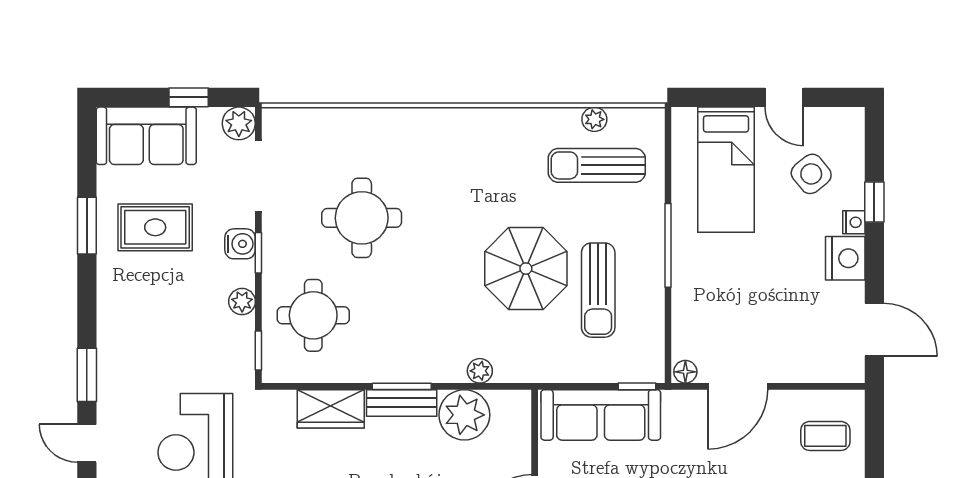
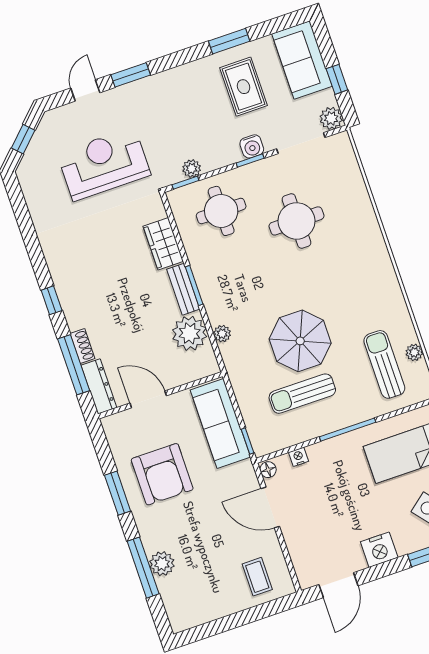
nightstand: (854, 222) -> (298, 457), moved, turned 180
plant: (242, 302) -> (192, 168), moved

